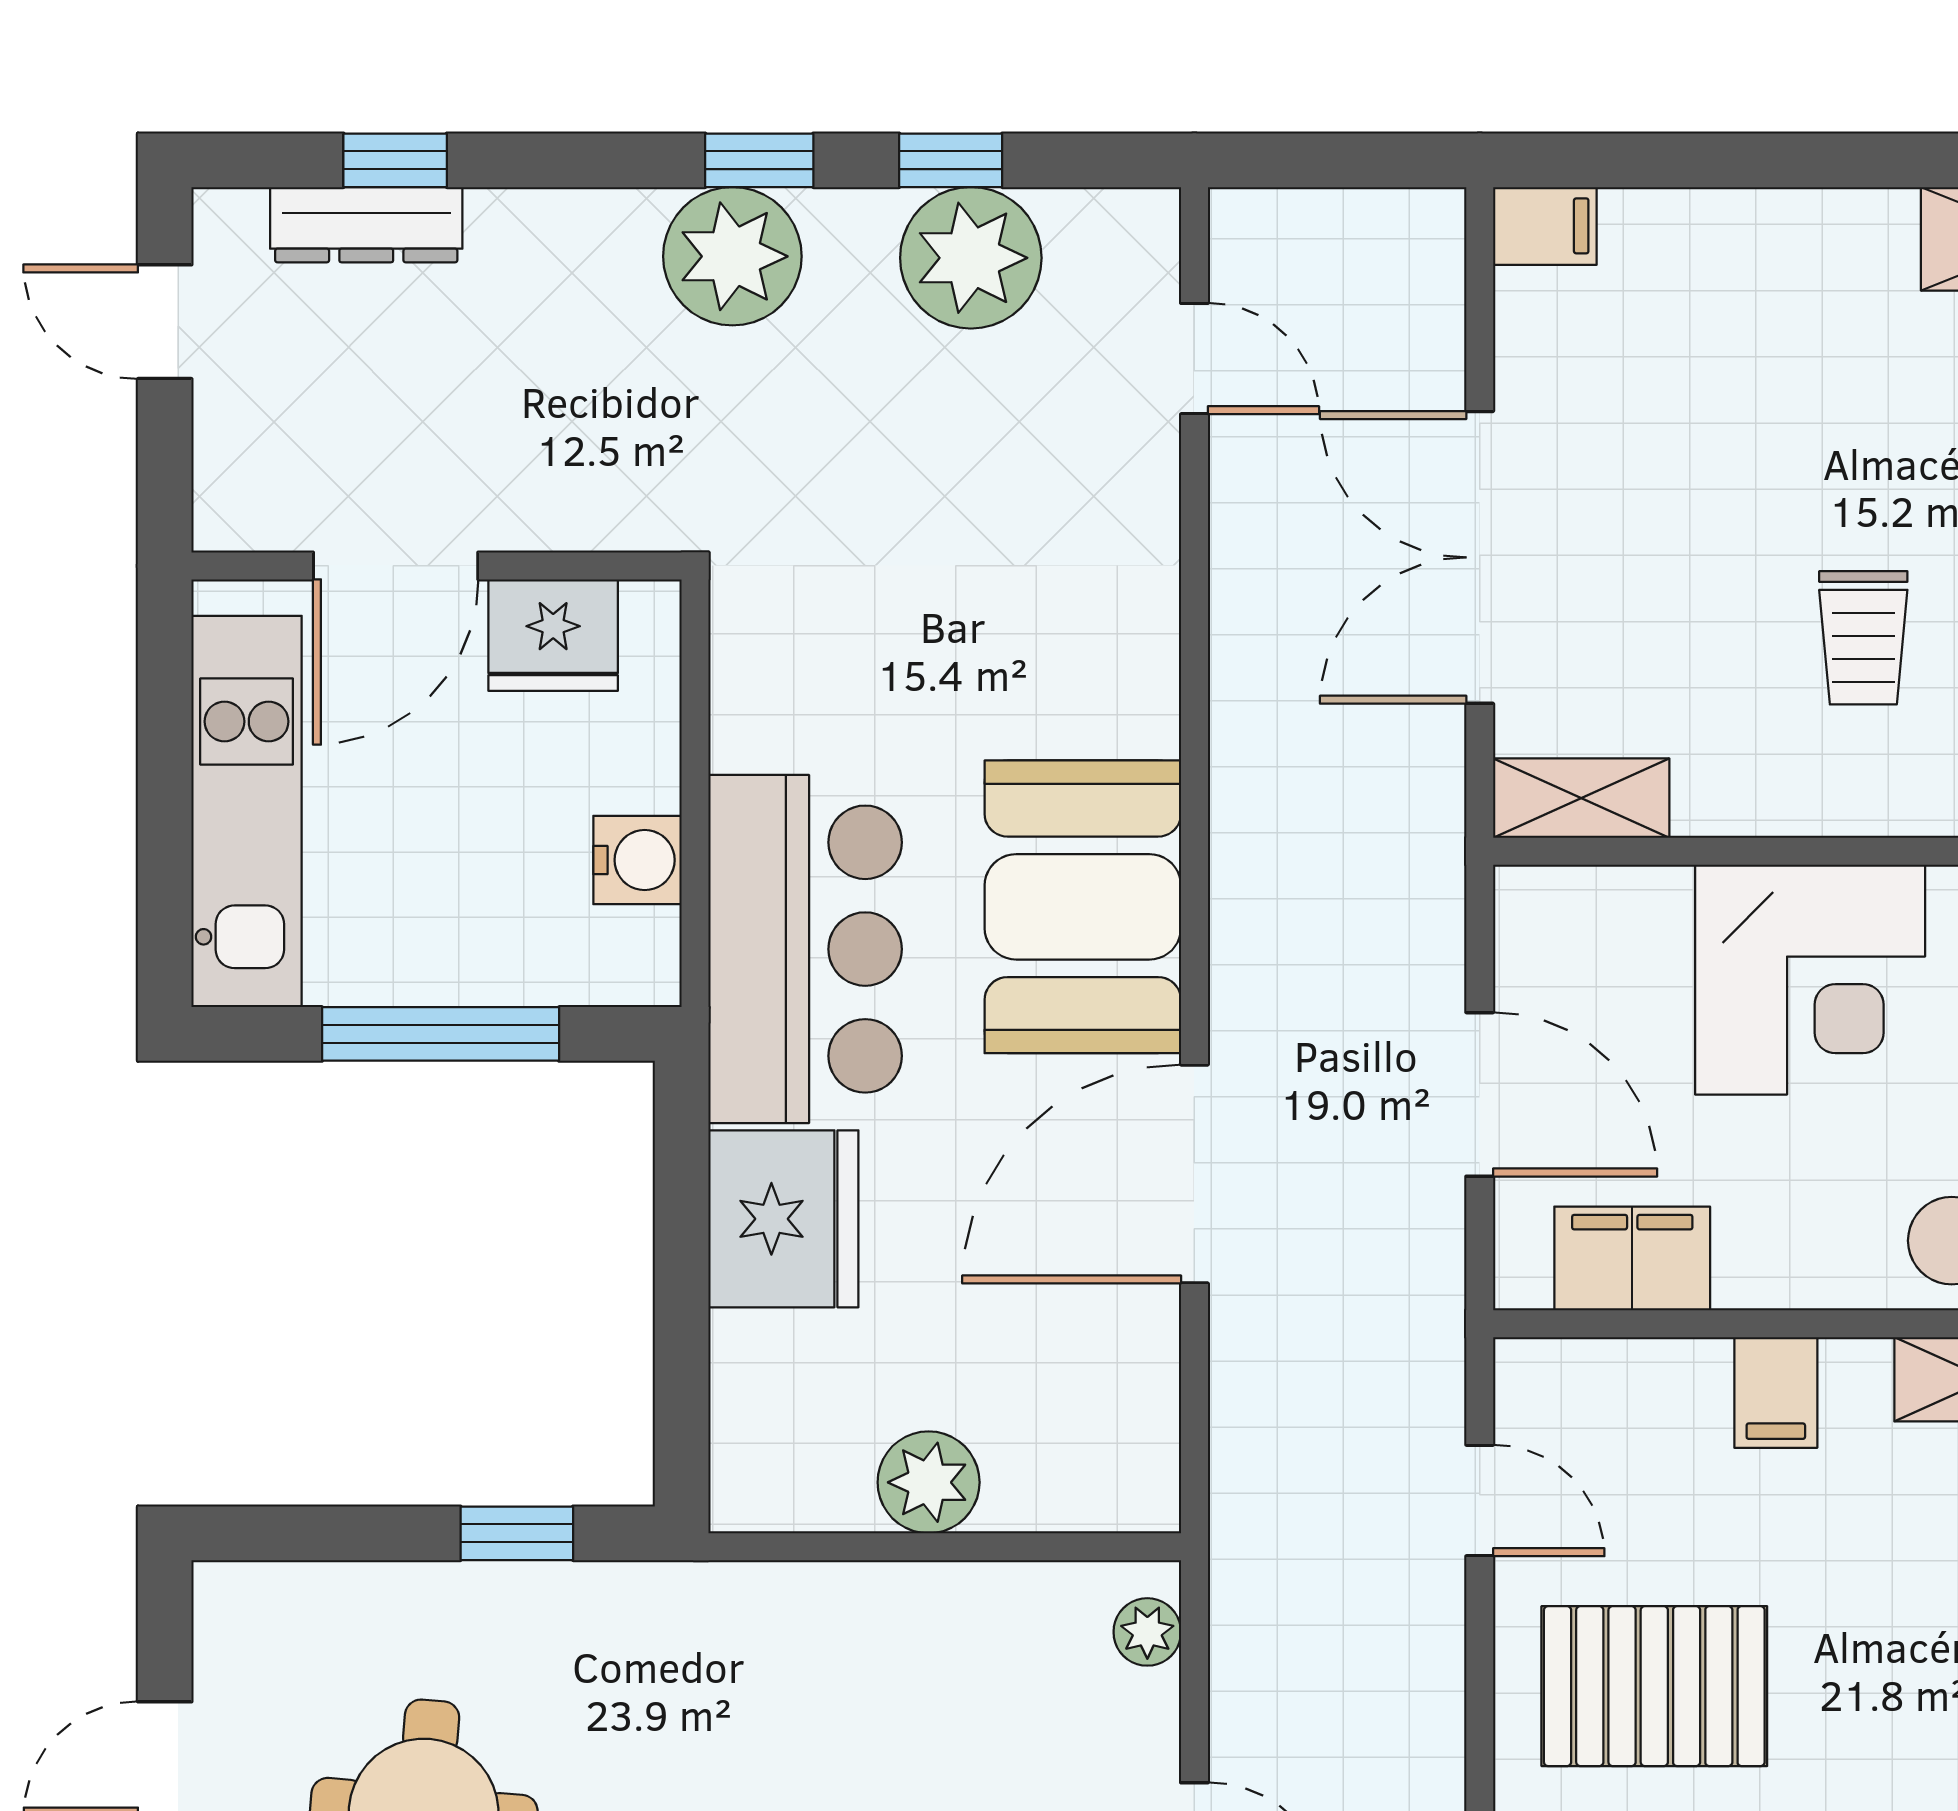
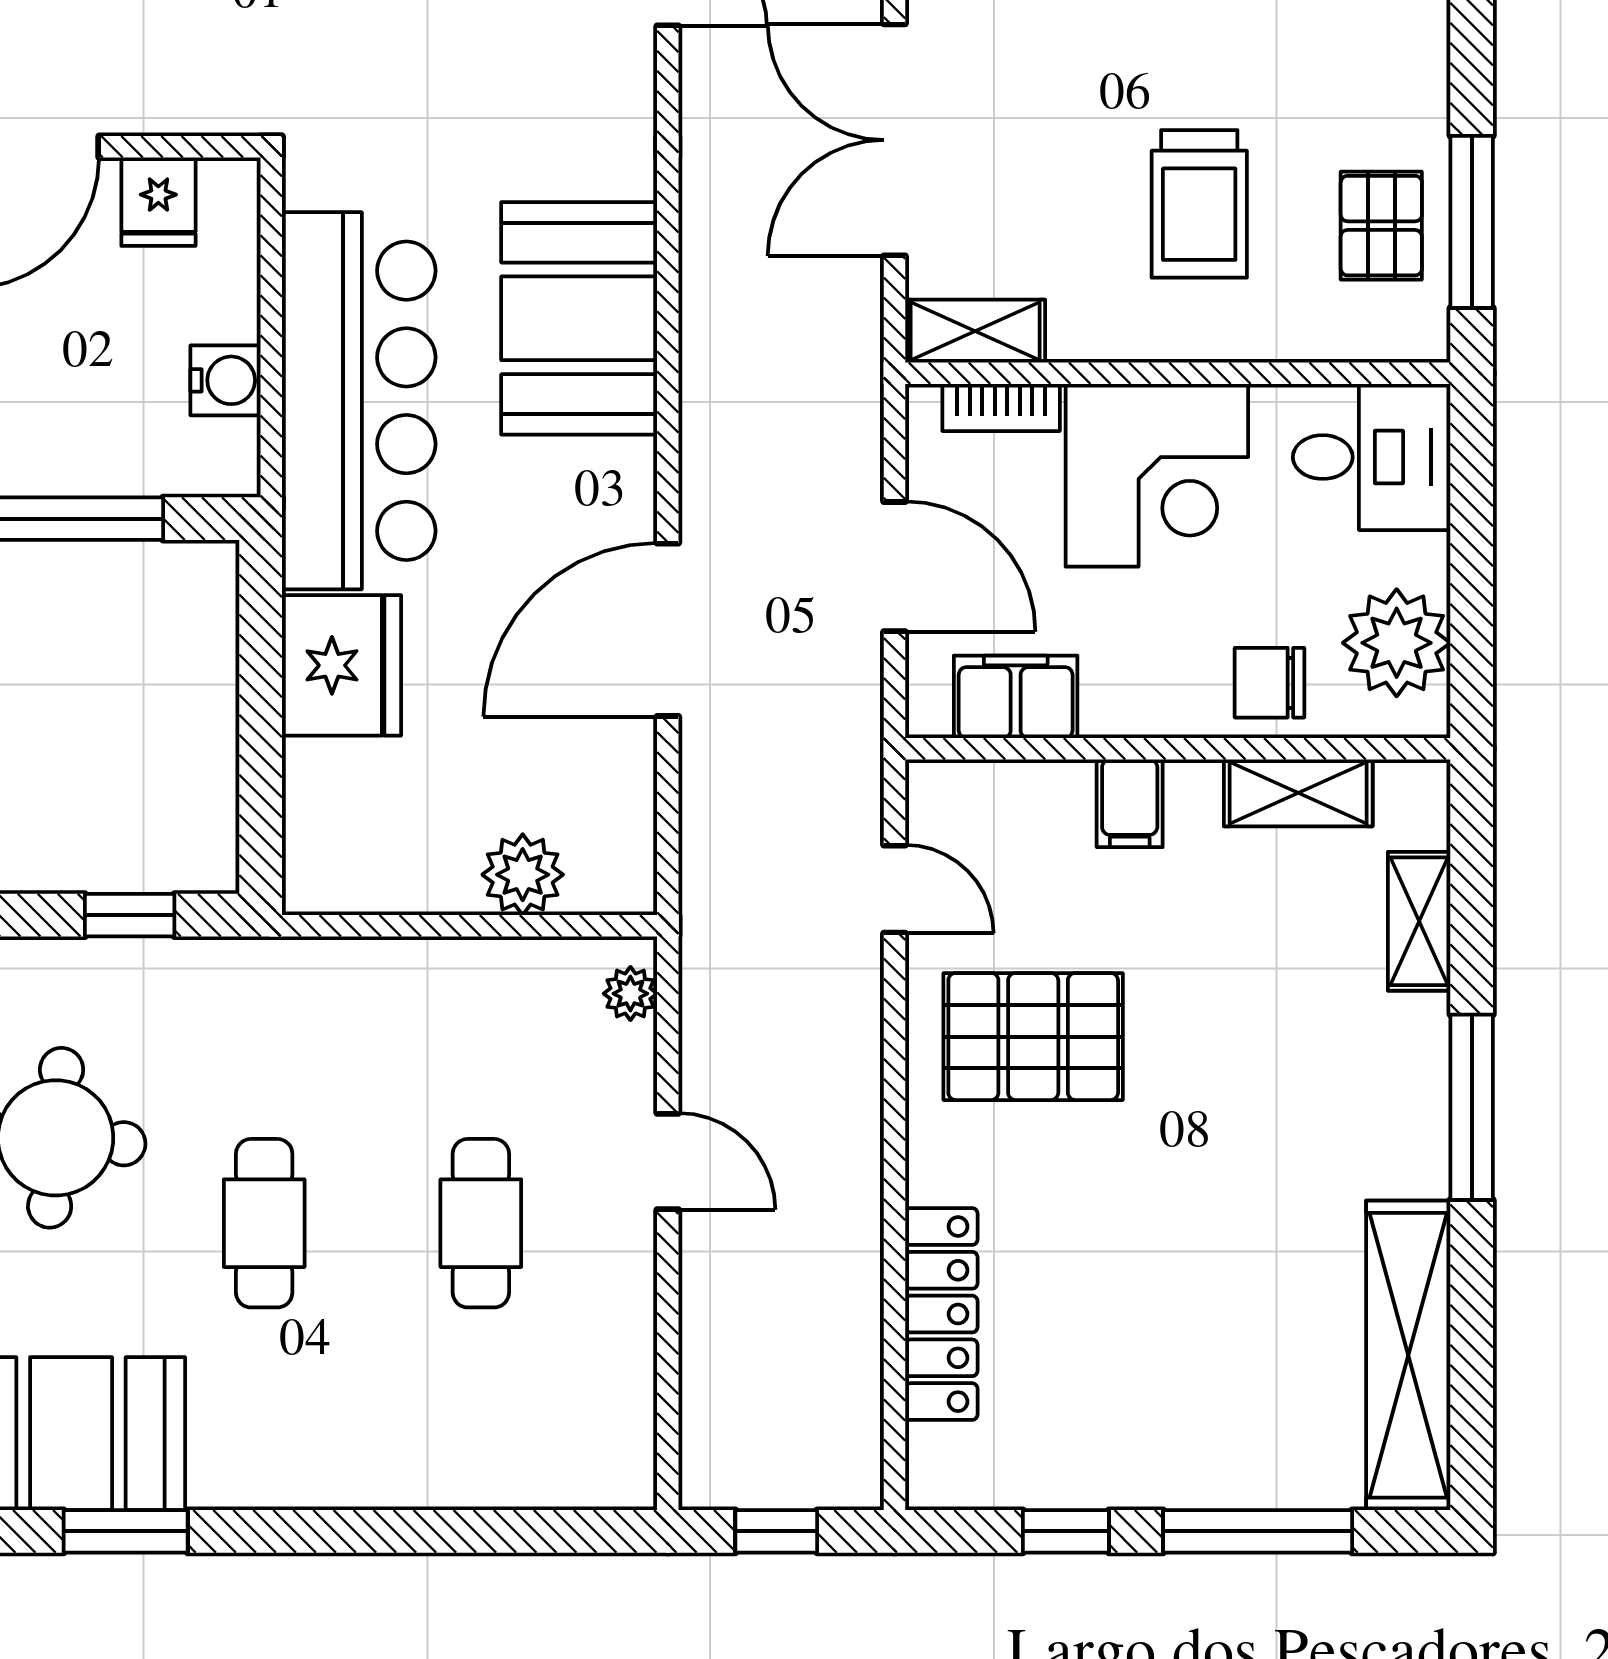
fridge: (553, 635) -> (158, 202), width x0.72
trolley: (1863, 638) -> (1199, 204), width x1.36, depth x1.39
bookcase: (1614, 894) -> (1001, 407), added
booth: (1083, 907) -> (579, 318), moved
bar counter: (805, 949) -> (359, 401), width x1.36
plant: (929, 1482) -> (523, 875), moved

